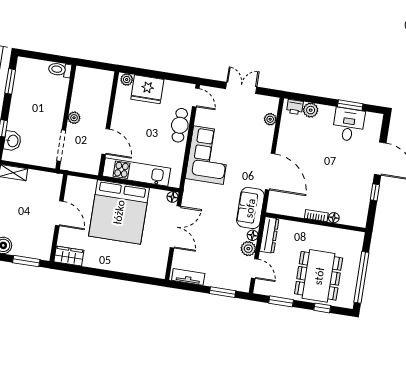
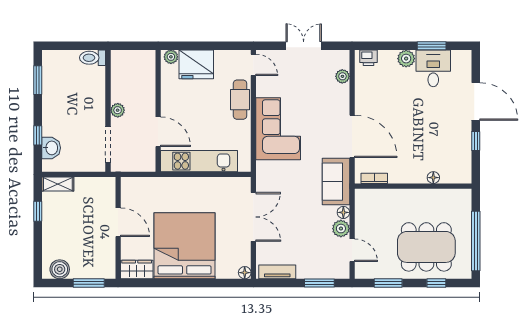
plant: (311, 110) -> (406, 59), moved
floor lamp: (172, 197) -> (245, 273), moved
bed: (119, 212) -> (185, 246), moved, turned 180
bookcase: (316, 216) -> (374, 178), moved
dresser: (269, 235) -> (363, 209), removed
dining table: (319, 276) -> (426, 247), turned 90

